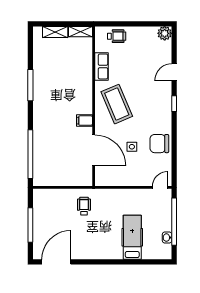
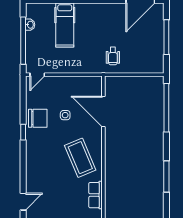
door: (174, 72) -> (23, 202), moved
window: (174, 104) -> (23, 132), moved
filing cabinet: (84, 121) -> (112, 141), removed

